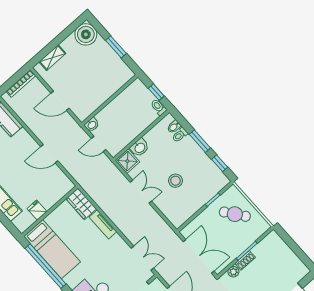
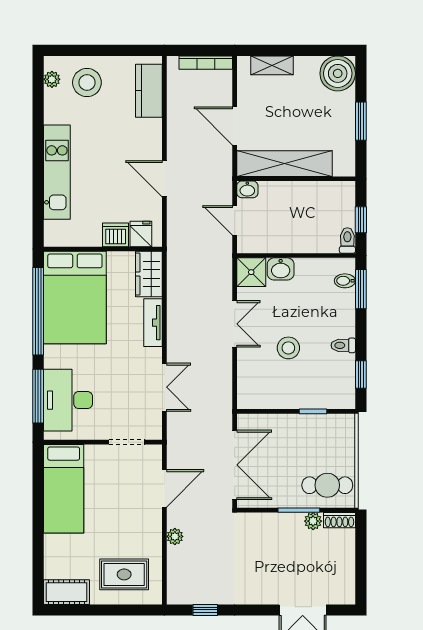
shelving: (98, 98) -> (284, 164), added
toilet: (180, 135) -> (343, 345), moved
window: (200, 141) -> (361, 289), moved
dishwasher: (50, 199) -> (116, 235), added
fridge: (37, 210) -> (141, 234), moved
cafe table: (235, 214) -> (327, 485), moved, turned -53
bed: (52, 249) -> (75, 297), width x1.50
double door: (142, 258) -> (164, 387), moved
shoe rack: (245, 260) -> (339, 520), moved
plant: (233, 272) -> (313, 521), moved

